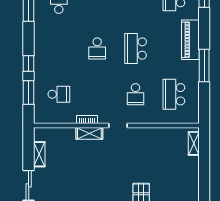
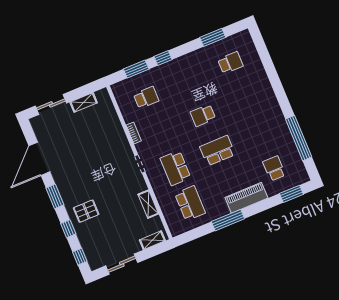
school desk: (59, 94) -> (146, 98), turned -90
school desk: (135, 94) -> (175, 168), width x1.85
school desk: (174, 94) -> (190, 203), turned 90
shelving: (89, 133) -> (148, 204), moved
sliding door: (204, 181) -> (122, 264), added

